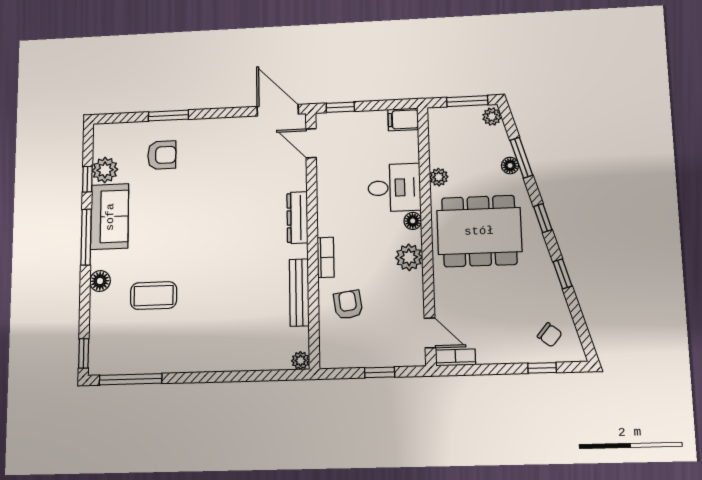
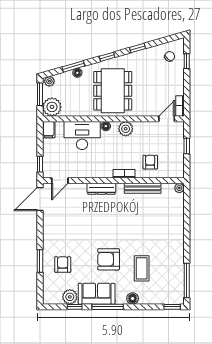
plant: (439, 177) -> (52, 107), moved, width x1.88, depth x1.88
desk: (394, 188) -> (82, 136), width x1.37
armchair: (170, 235) -> (109, 259), added
armchair: (348, 305) -> (150, 162), turned 98

